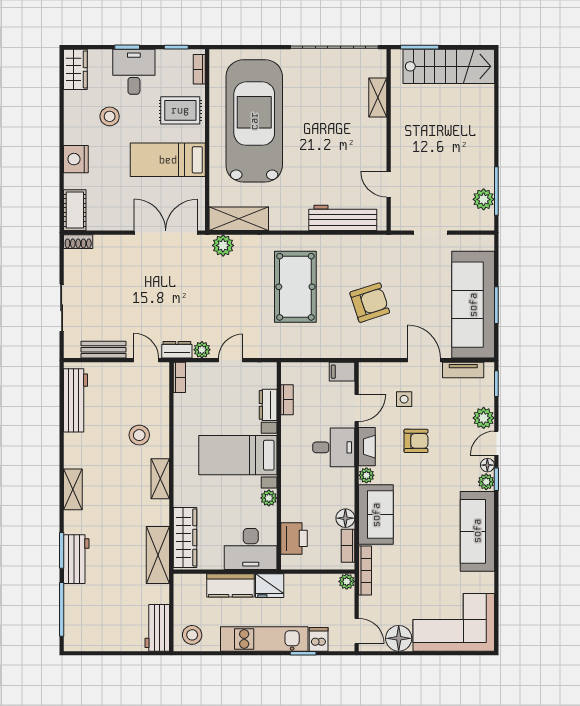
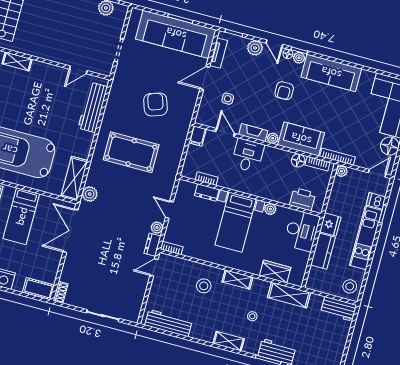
bench: (103, 350) -> (139, 295), removed
armchair: (416, 441) -> (284, 91), moved, turned 180
stool: (116, 513) -> (252, 316), added
wardrobe: (185, 538) -> (275, 272), width x0.67

